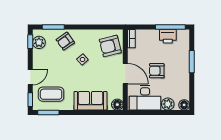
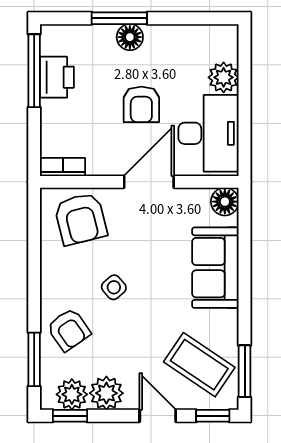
plant: (40, 56) -> (106, 393), added
coffee table: (51, 94) -> (199, 365), turned -56
floor lamp: (184, 105) -> (130, 37), moved

